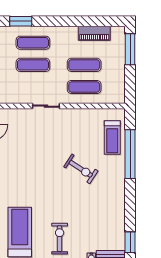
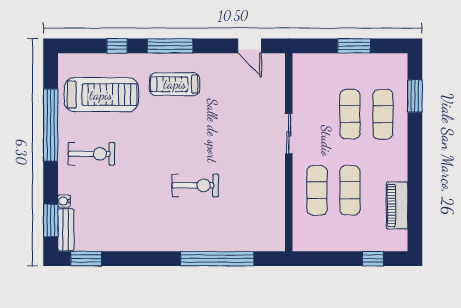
window: (130, 49) -> (373, 259), width x0.46
treadmill: (112, 137) -> (175, 84), moved
exercise bike: (81, 169) -> (195, 185), turned -123

